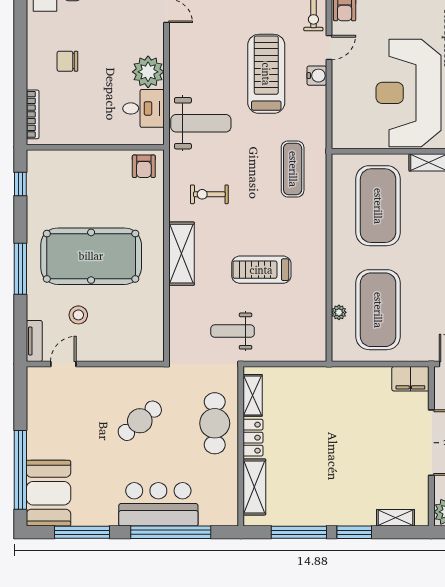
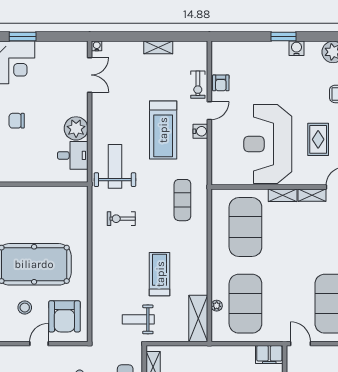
treadmill: (266, 74) -> (163, 130), turned 180
weight bench: (201, 123) -> (115, 166), turned -90
armchair: (144, 166) -> (64, 316), moved, width x1.88, depth x1.88
shelving: (182, 254) -> (198, 319), moved
treadmill: (261, 270) -> (160, 274), turned 90
door: (63, 364) -> (39, 344), moved

